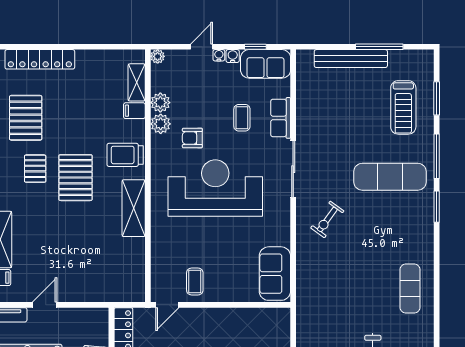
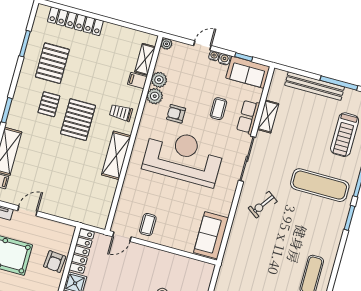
shelving: (305, 111) -> (268, 117), added
trolley: (125, 155) -> (121, 113), width x0.73, depth x0.72

